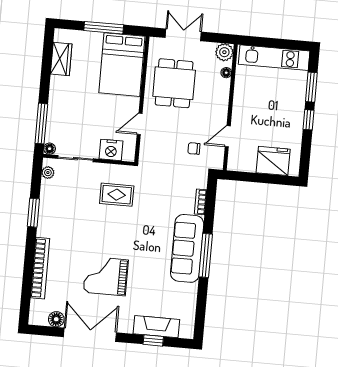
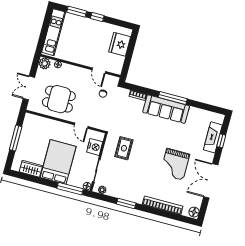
bed: (122, 65) -> (58, 162), moved, turned -90
floor lamp: (56, 319) -> (194, 212), moved

